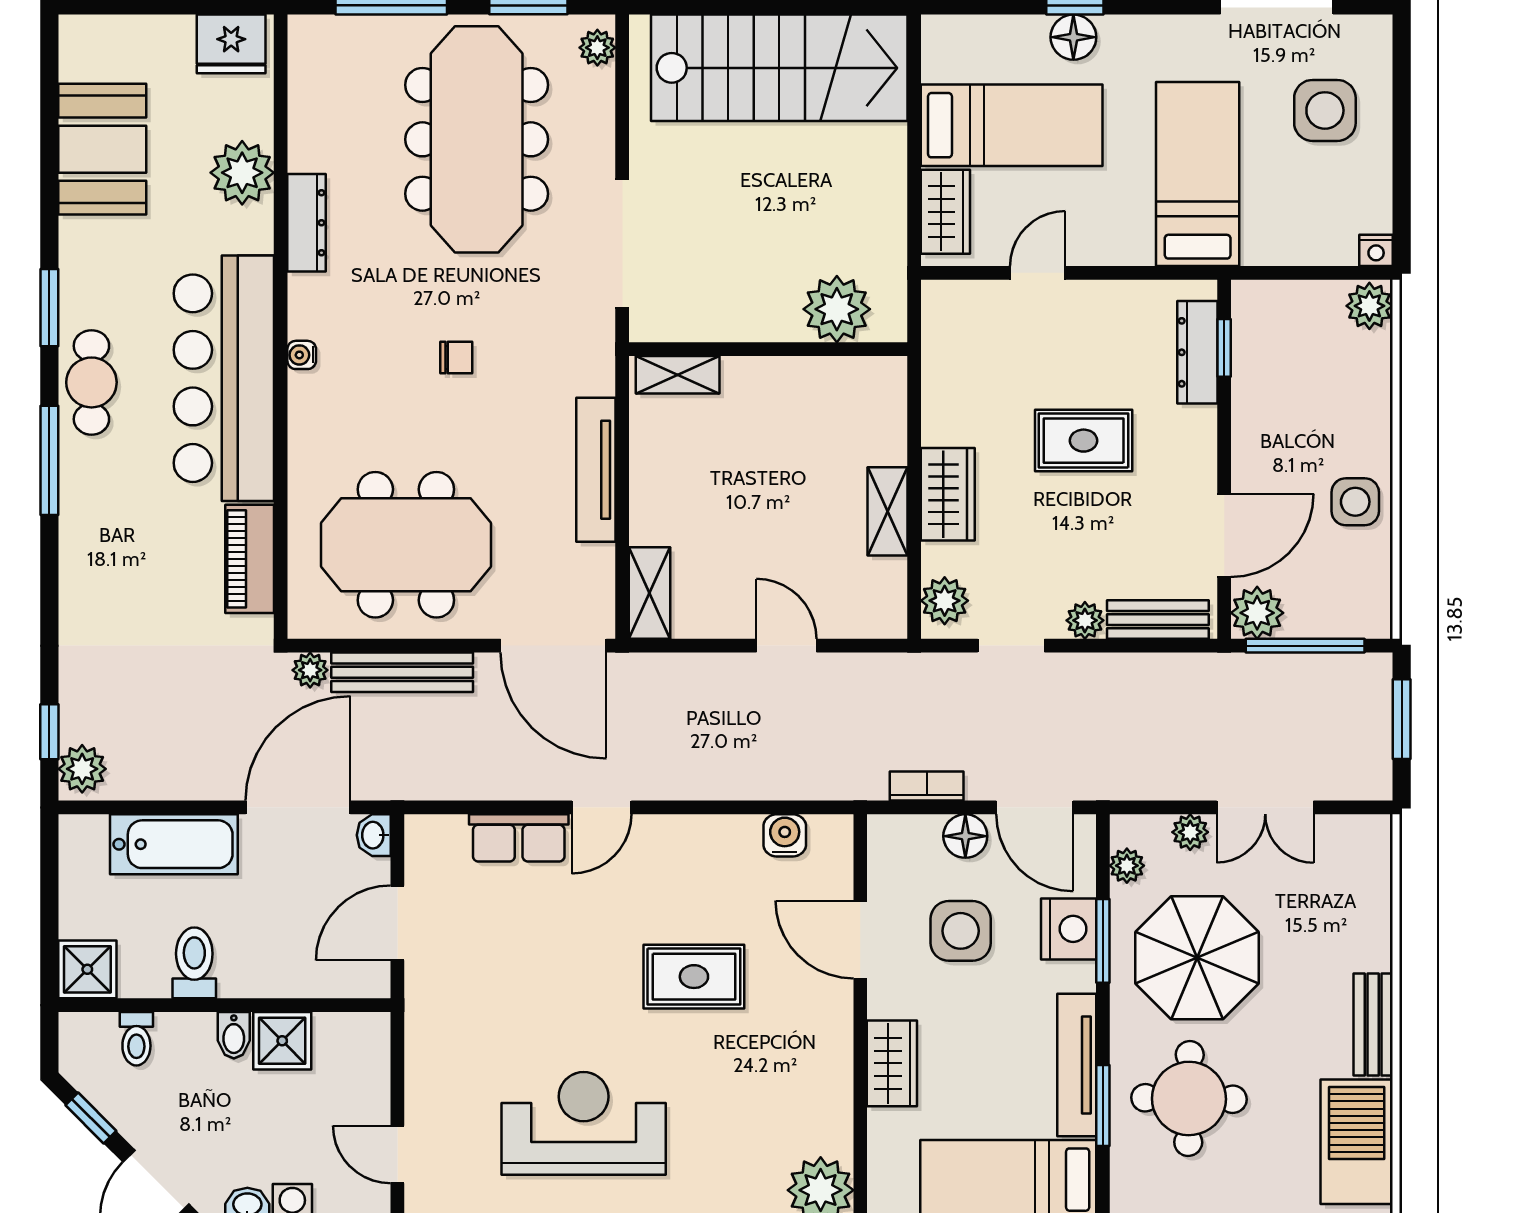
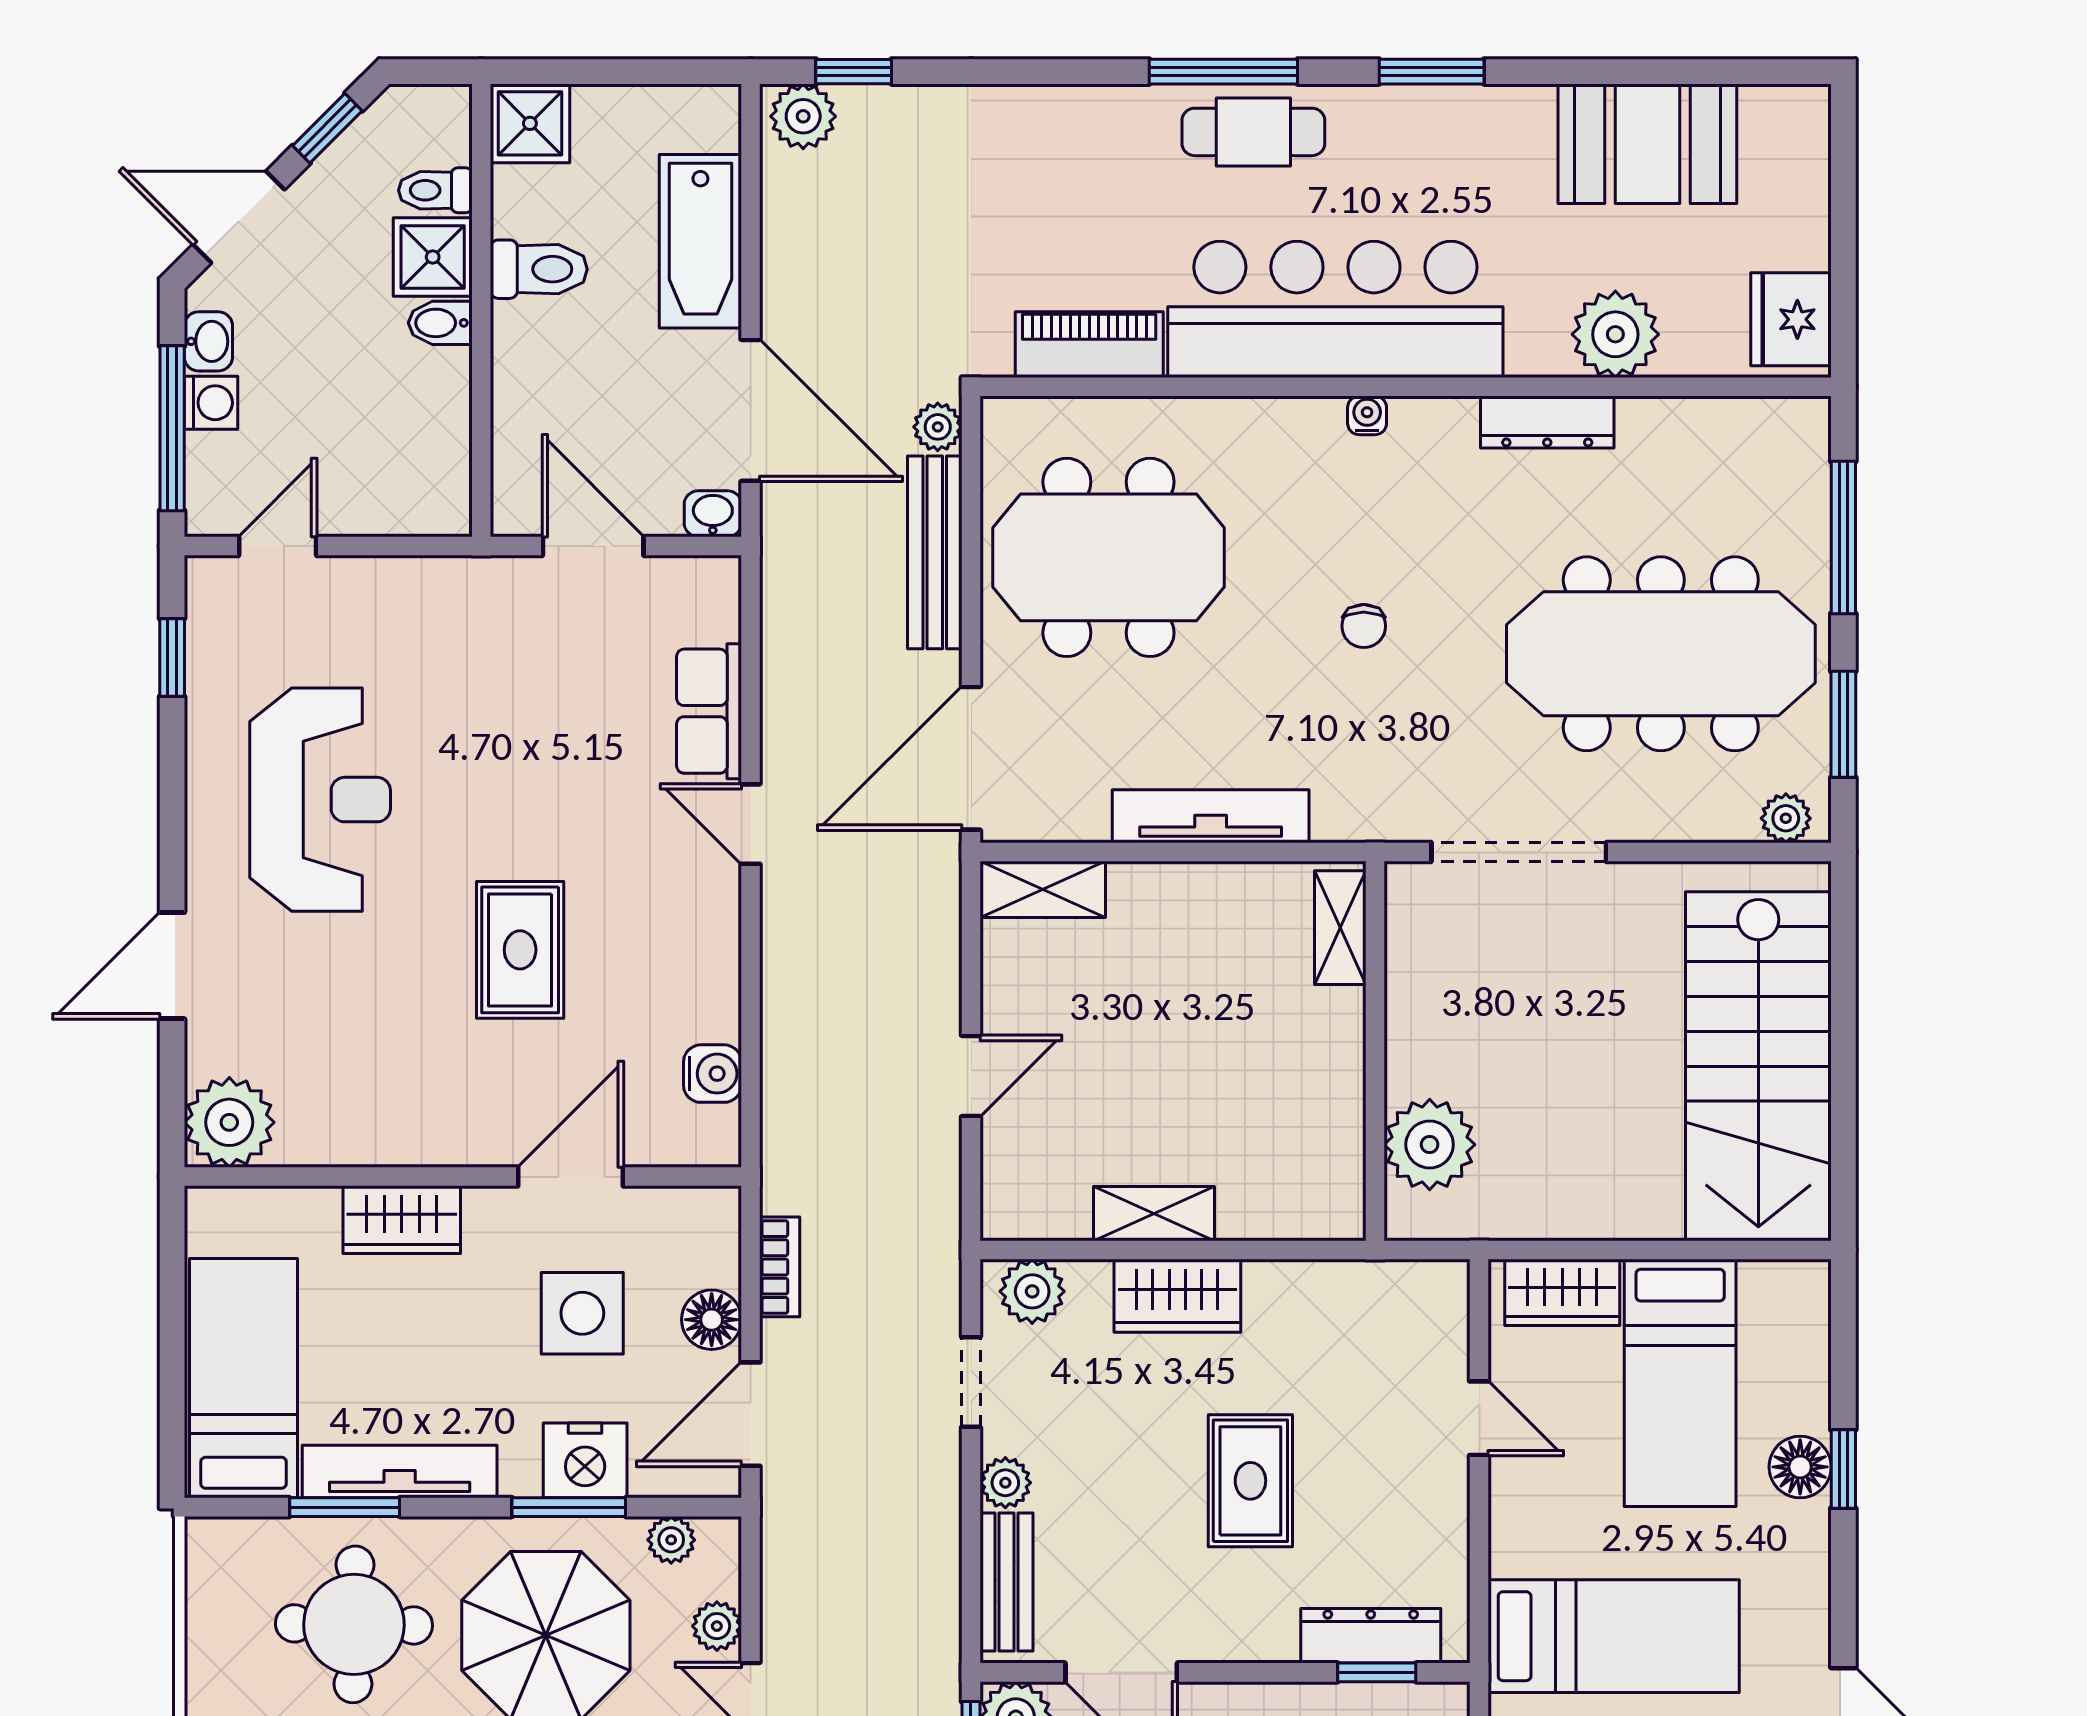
cafe table: (91, 382) -> (1253, 132), moved
meeting table: (406, 545) -> (1108, 557), turned 90
shower: (282, 1041) -> (433, 257), moved

